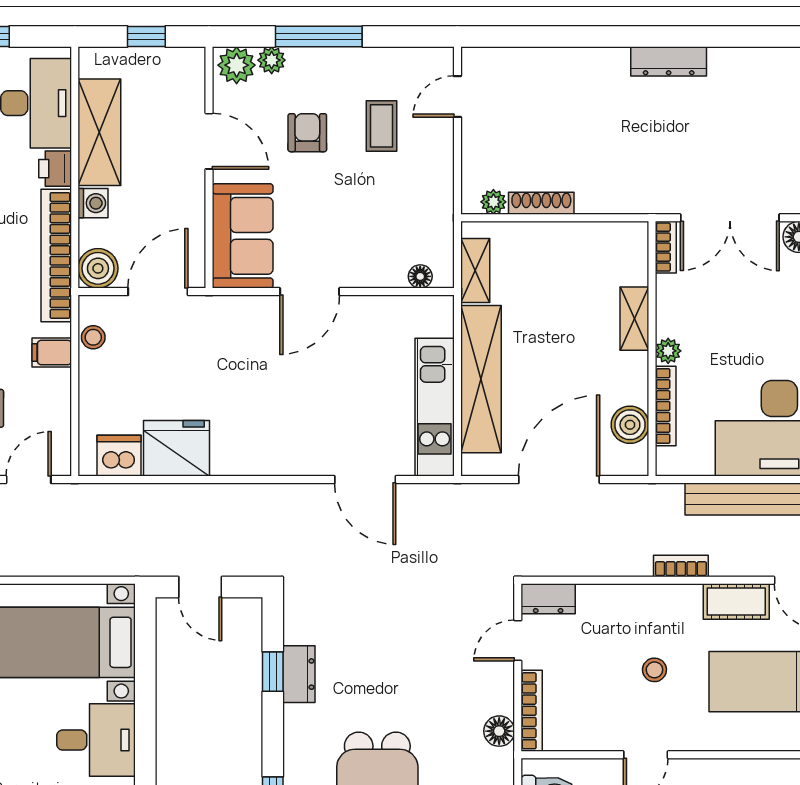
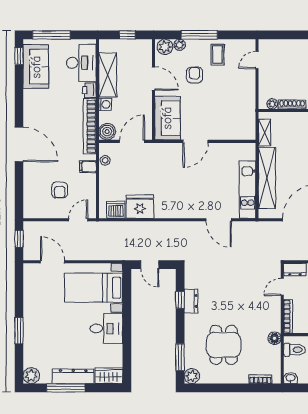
coffee table: (382, 126) -> (217, 55), moved
floor lamp: (420, 276) -> (242, 135), removed
floor lamp: (499, 731) -> (275, 338), moved

